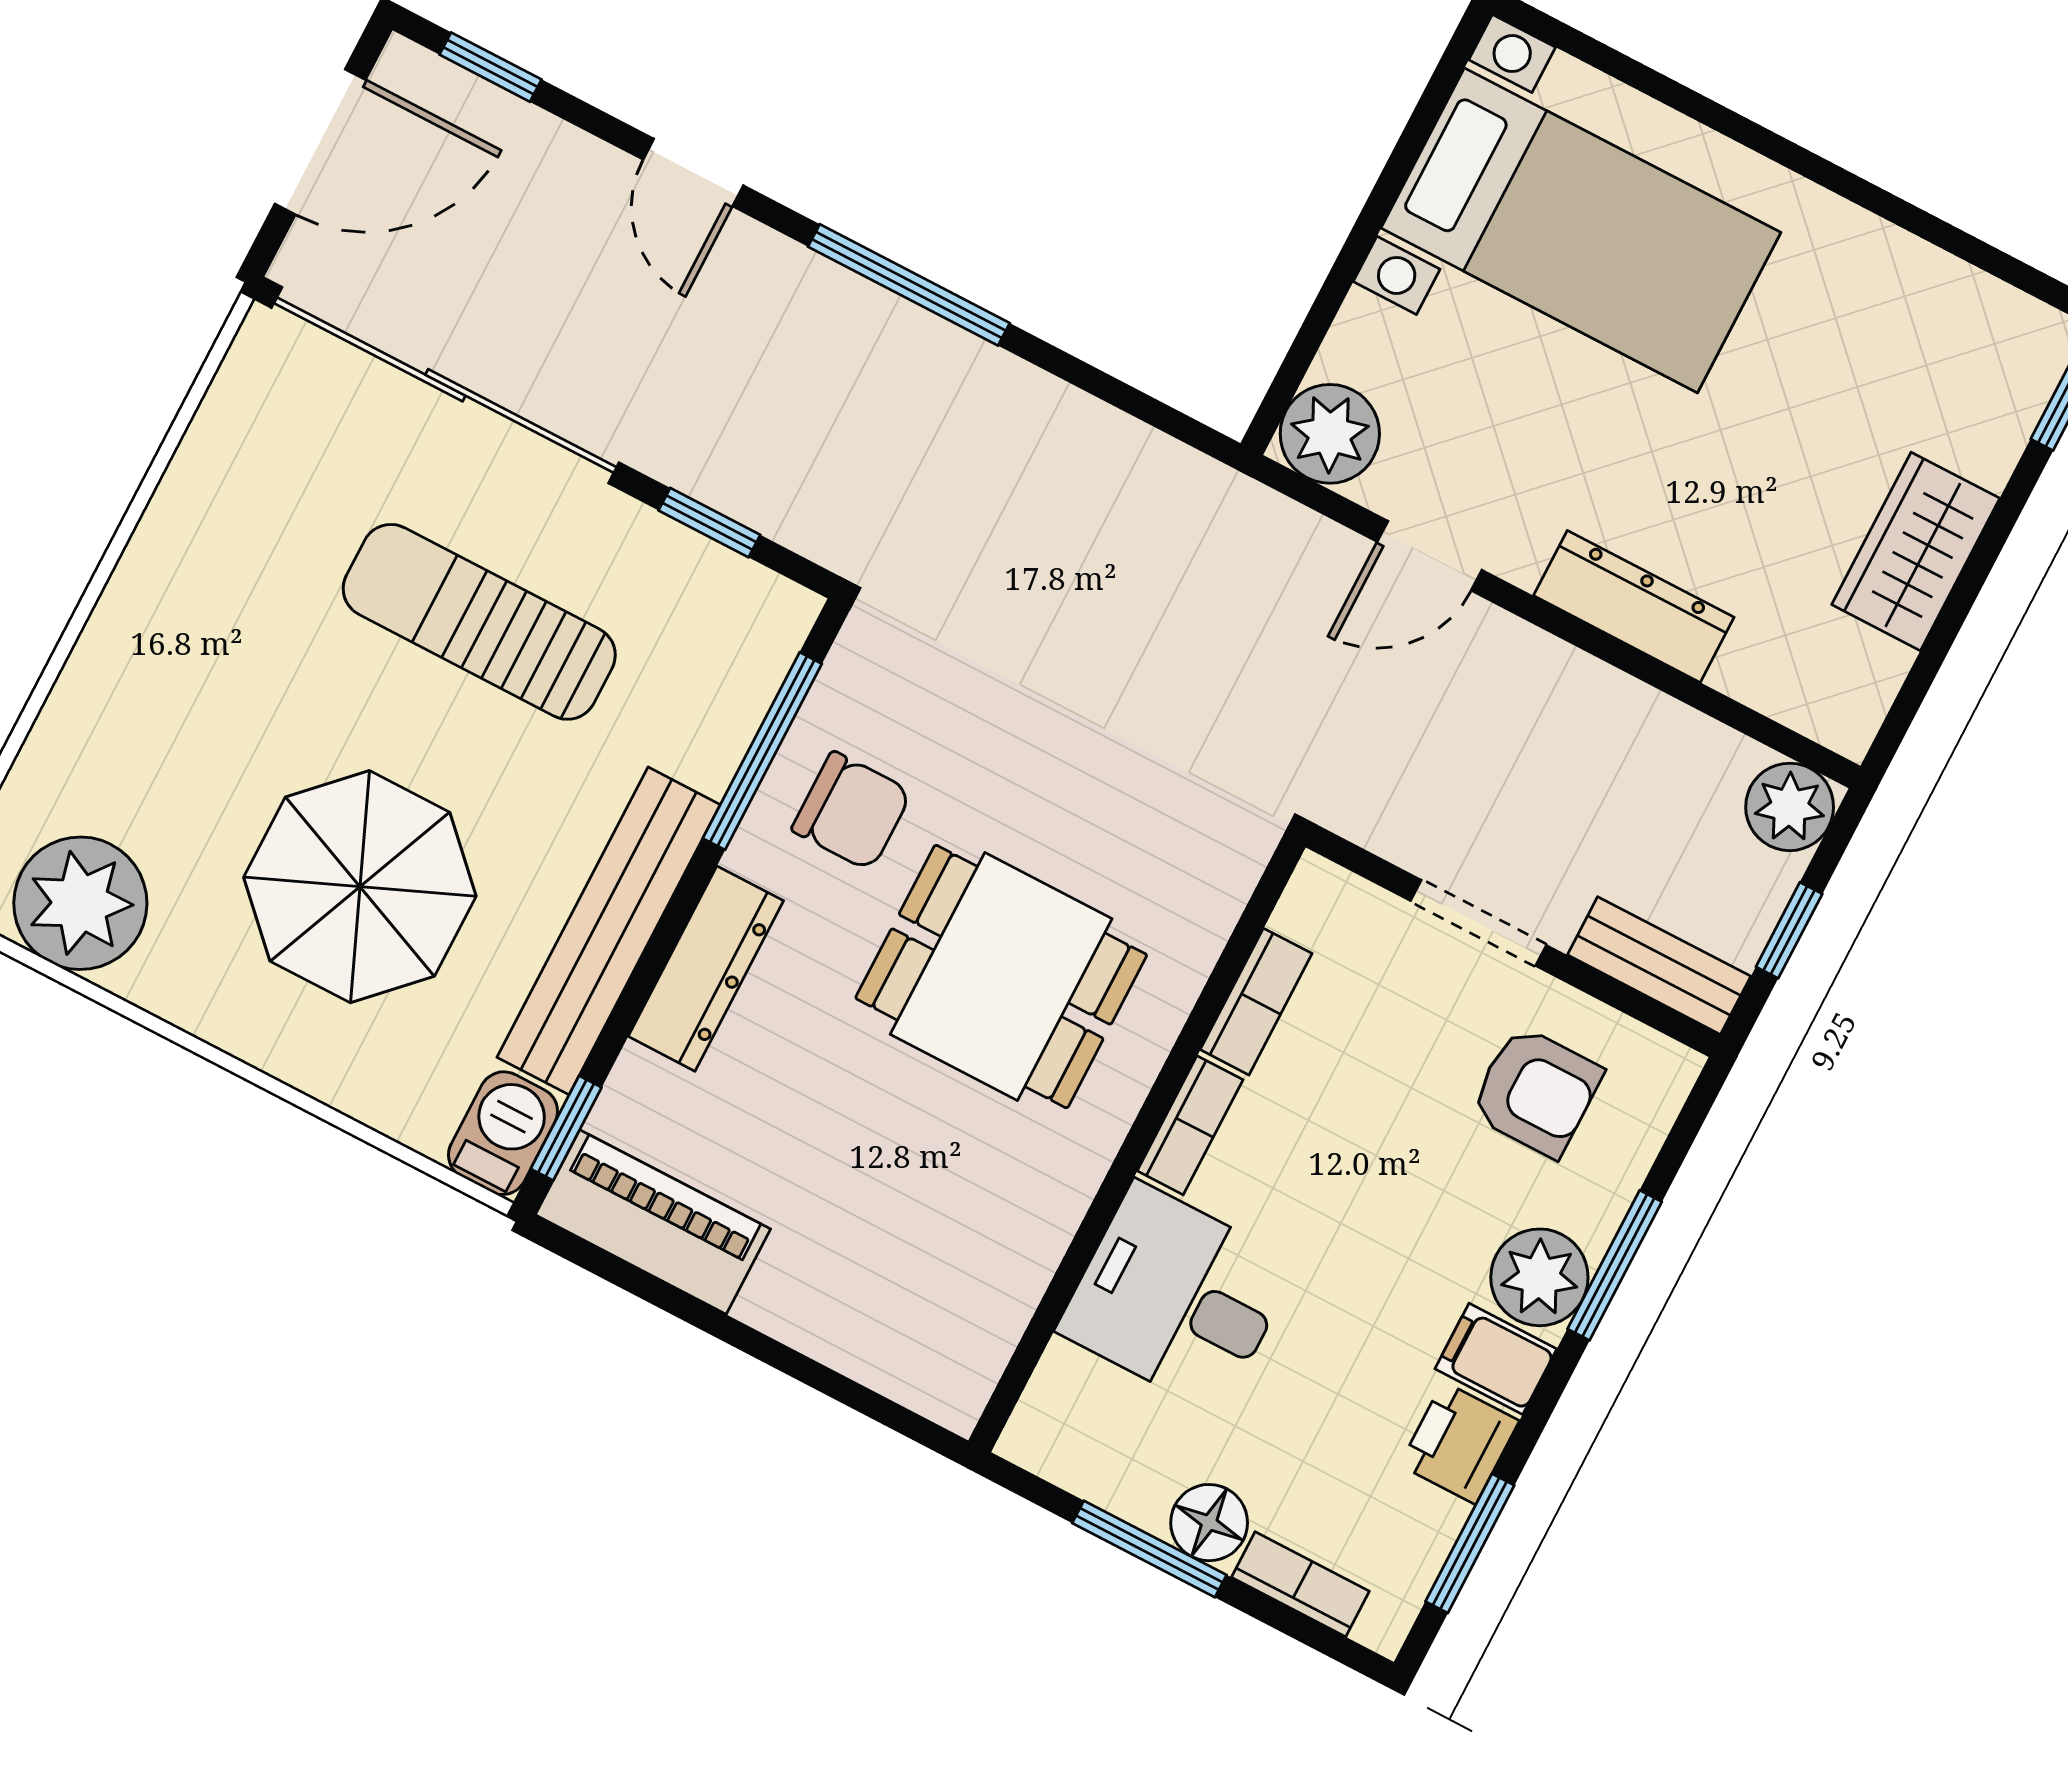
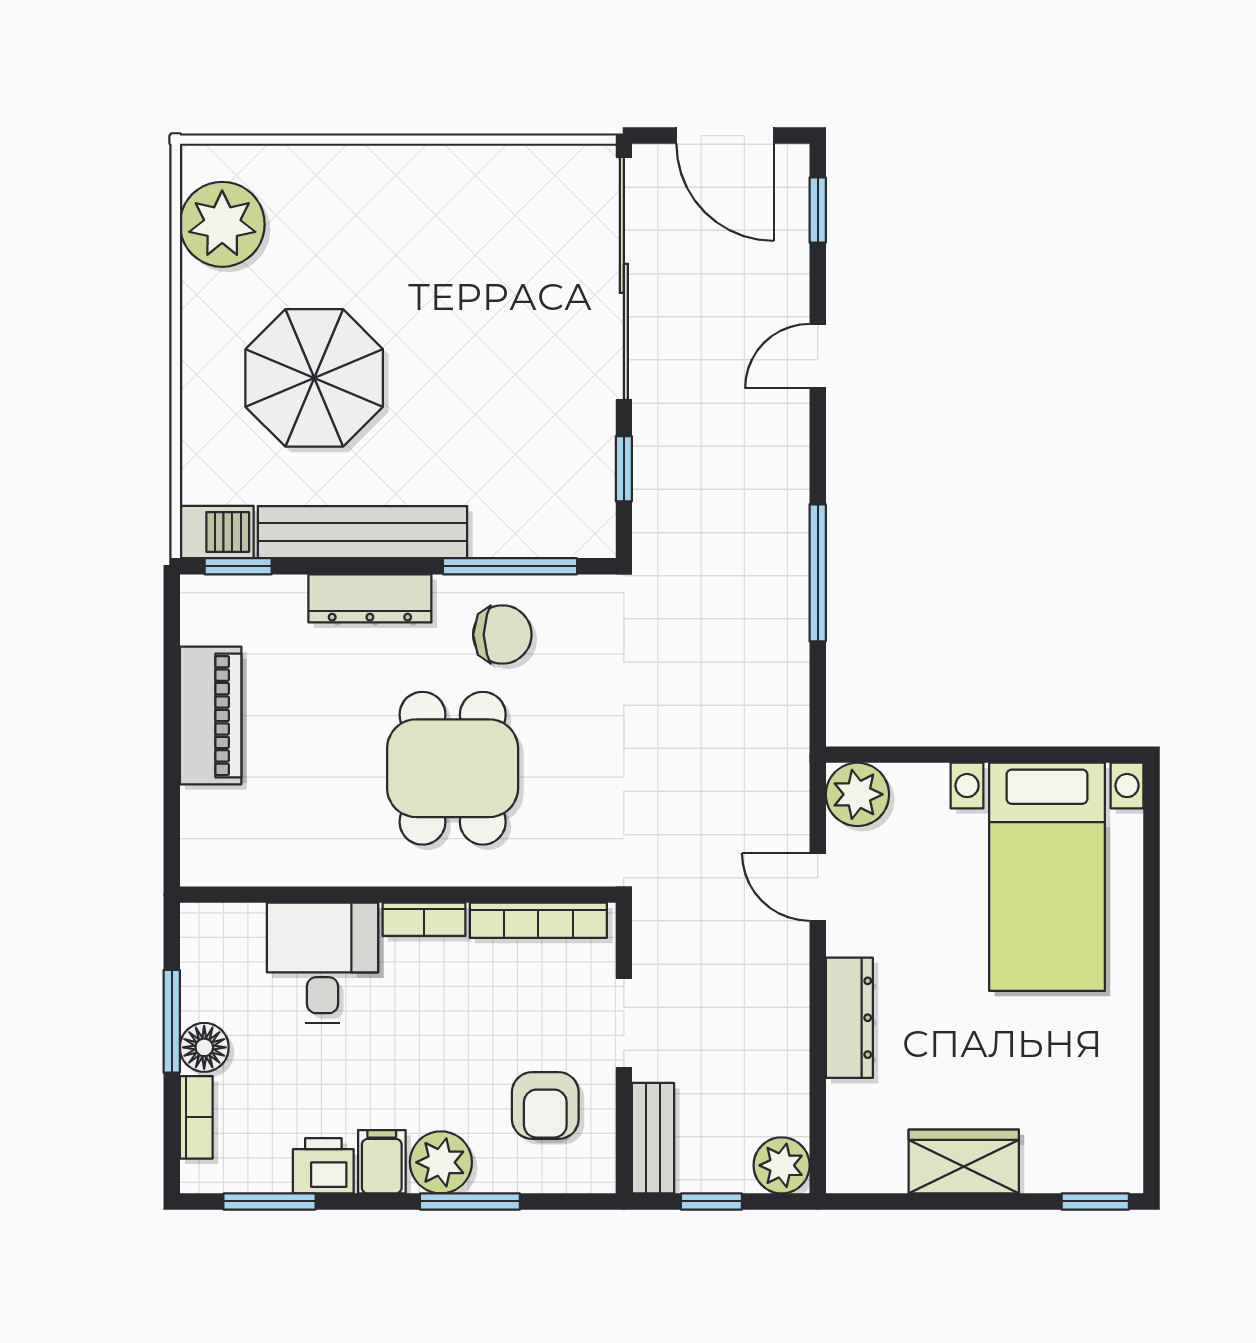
window: (909, 285) -> (818, 573), moved
sun lounger: (479, 622) -> (500, 367), removed
chair: (852, 811) -> (502, 635), turned -90
bookcase: (1256, 1002) -> (538, 920), width x1.56
piano: (653, 1222) -> (211, 716), moved

